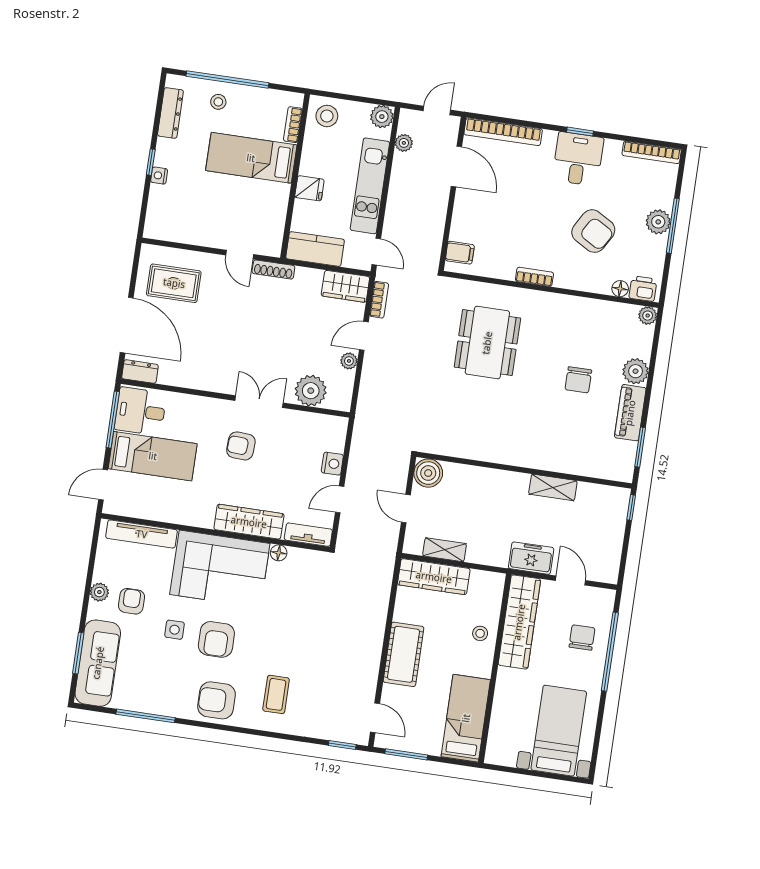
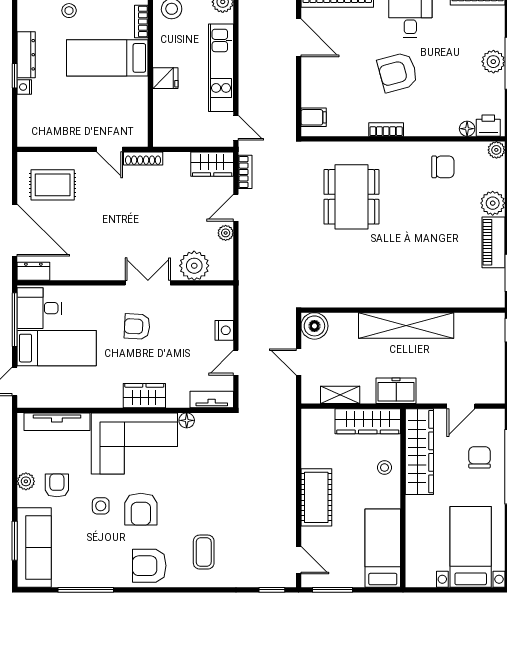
dresser: (170, 113) -> (26, 55), moved
plant: (404, 143) -> (247, 23), removed
armchair: (593, 231) -> (398, 72), moved, turned 135
kitchen counter: (315, 249) -> (179, 134), removed
chair: (578, 380) -> (443, 167), moved, turned -90
shelving: (553, 487) -> (406, 326), width x2.20, depth x1.33
wardrobe: (249, 522) -> (144, 396), width x0.67
freezer: (531, 558) -> (396, 391), moved
wardrobe: (434, 577) -> (368, 421), moved
door: (570, 580) -> (461, 406), swing flipped

